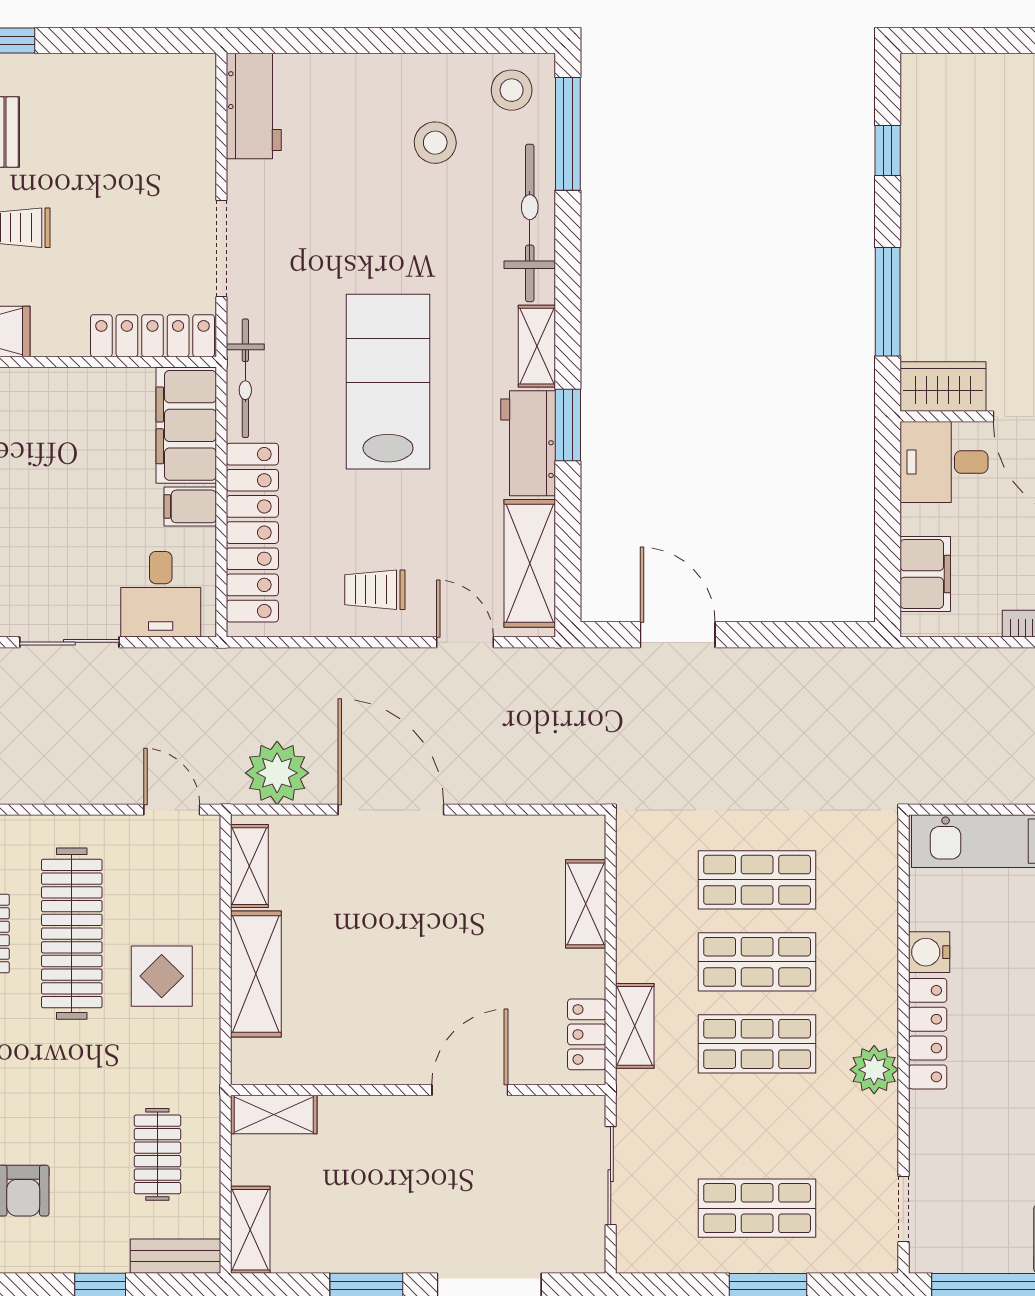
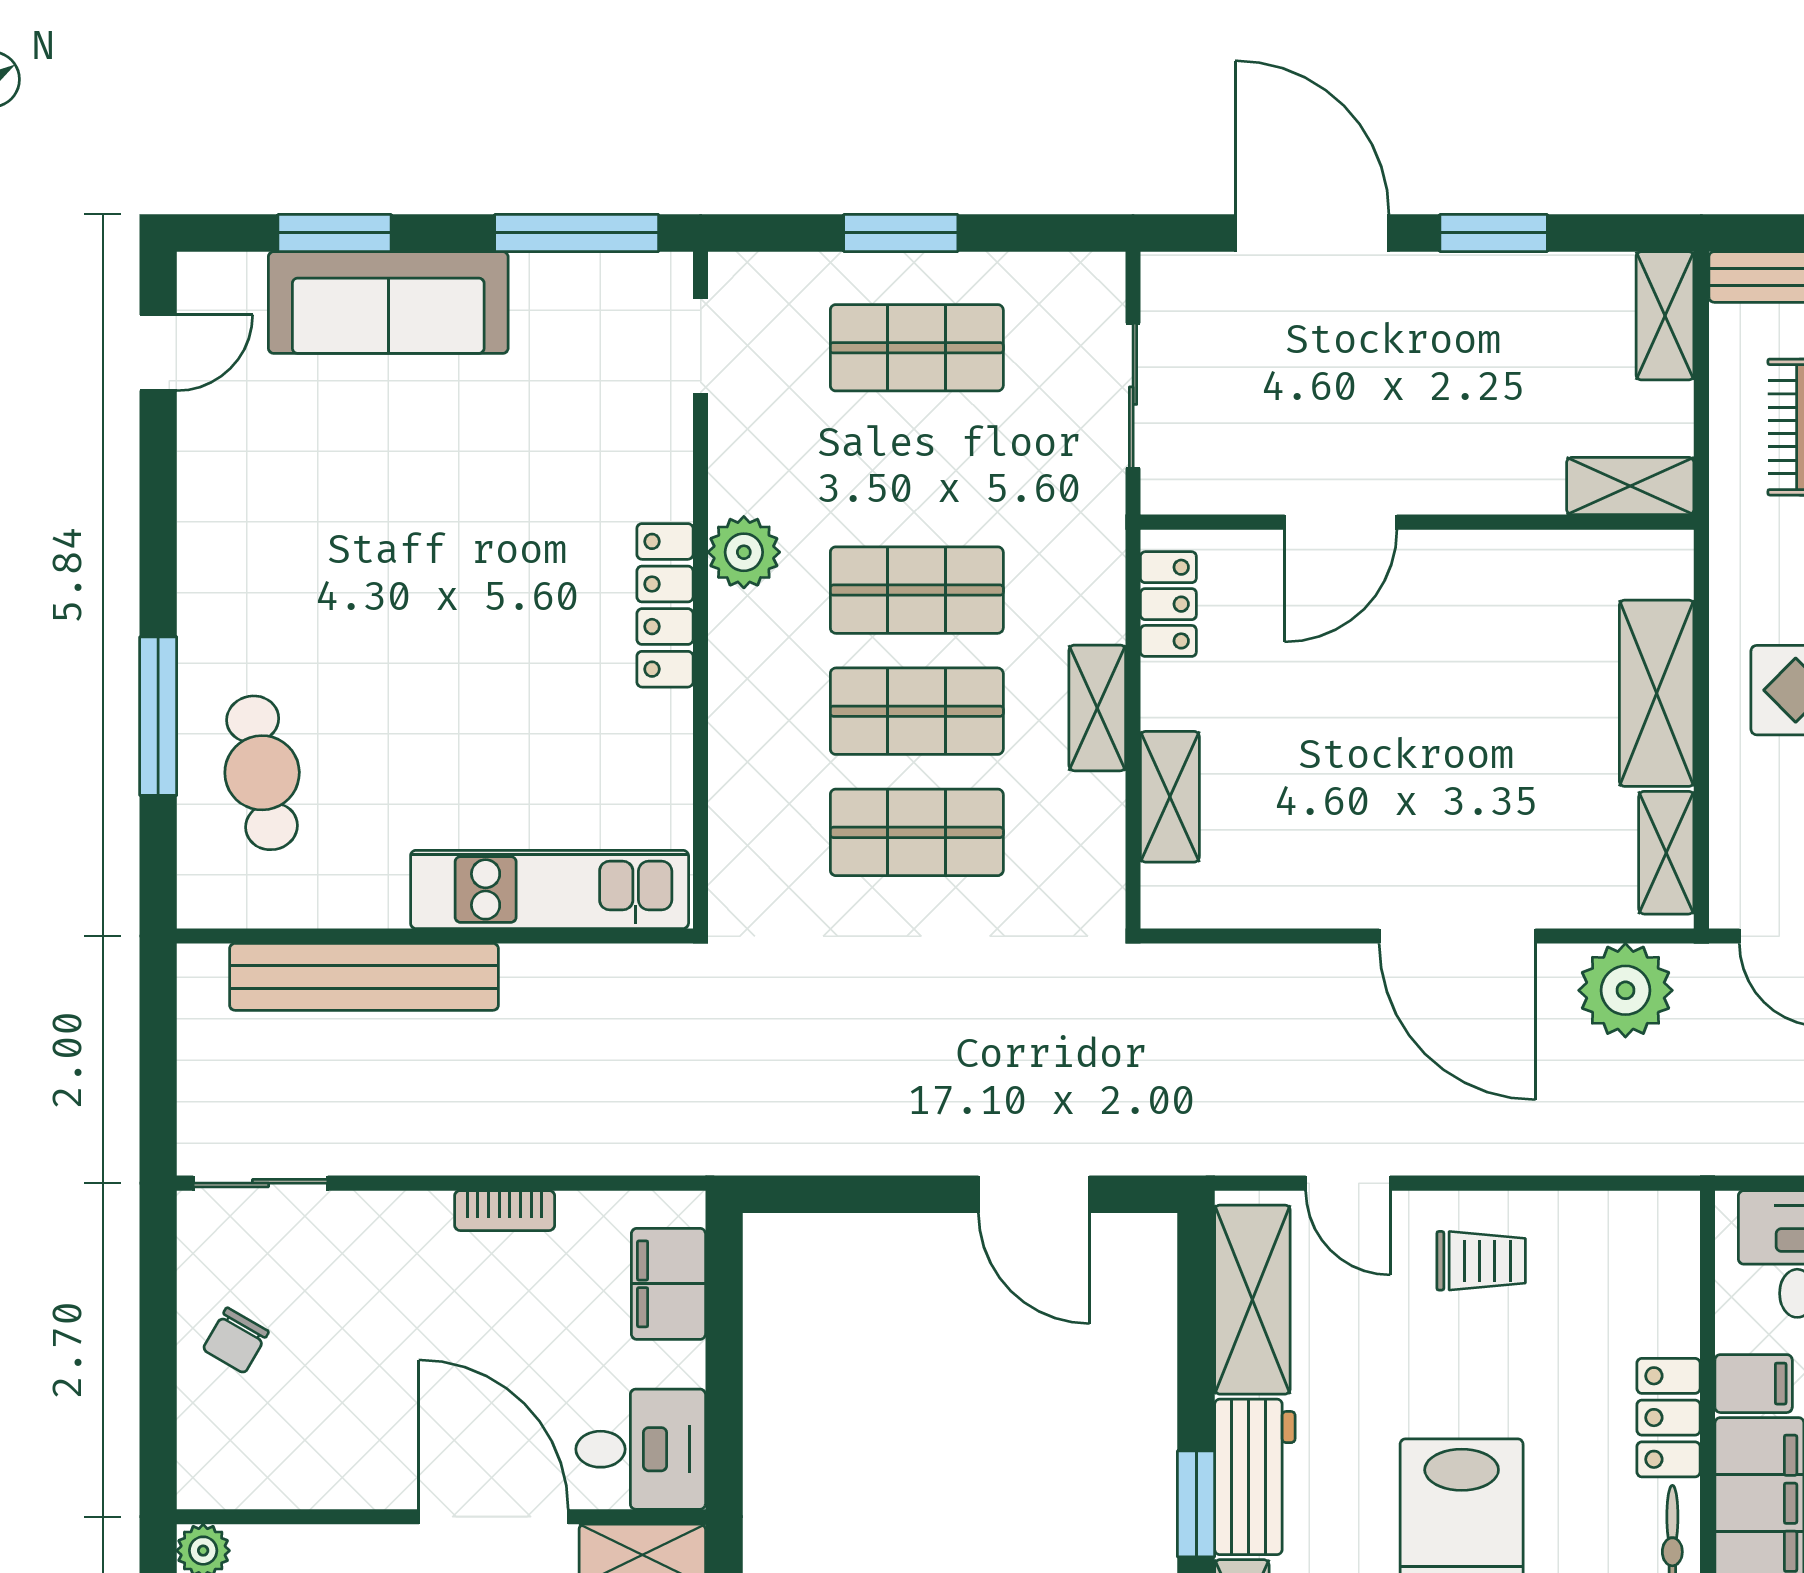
locker: (252, 533) -> (1668, 1418), width x0.46, depth x0.83
water cooler: (929, 952) -> (663, 726), removed
shelving: (635, 1026) -> (1097, 708), moved

